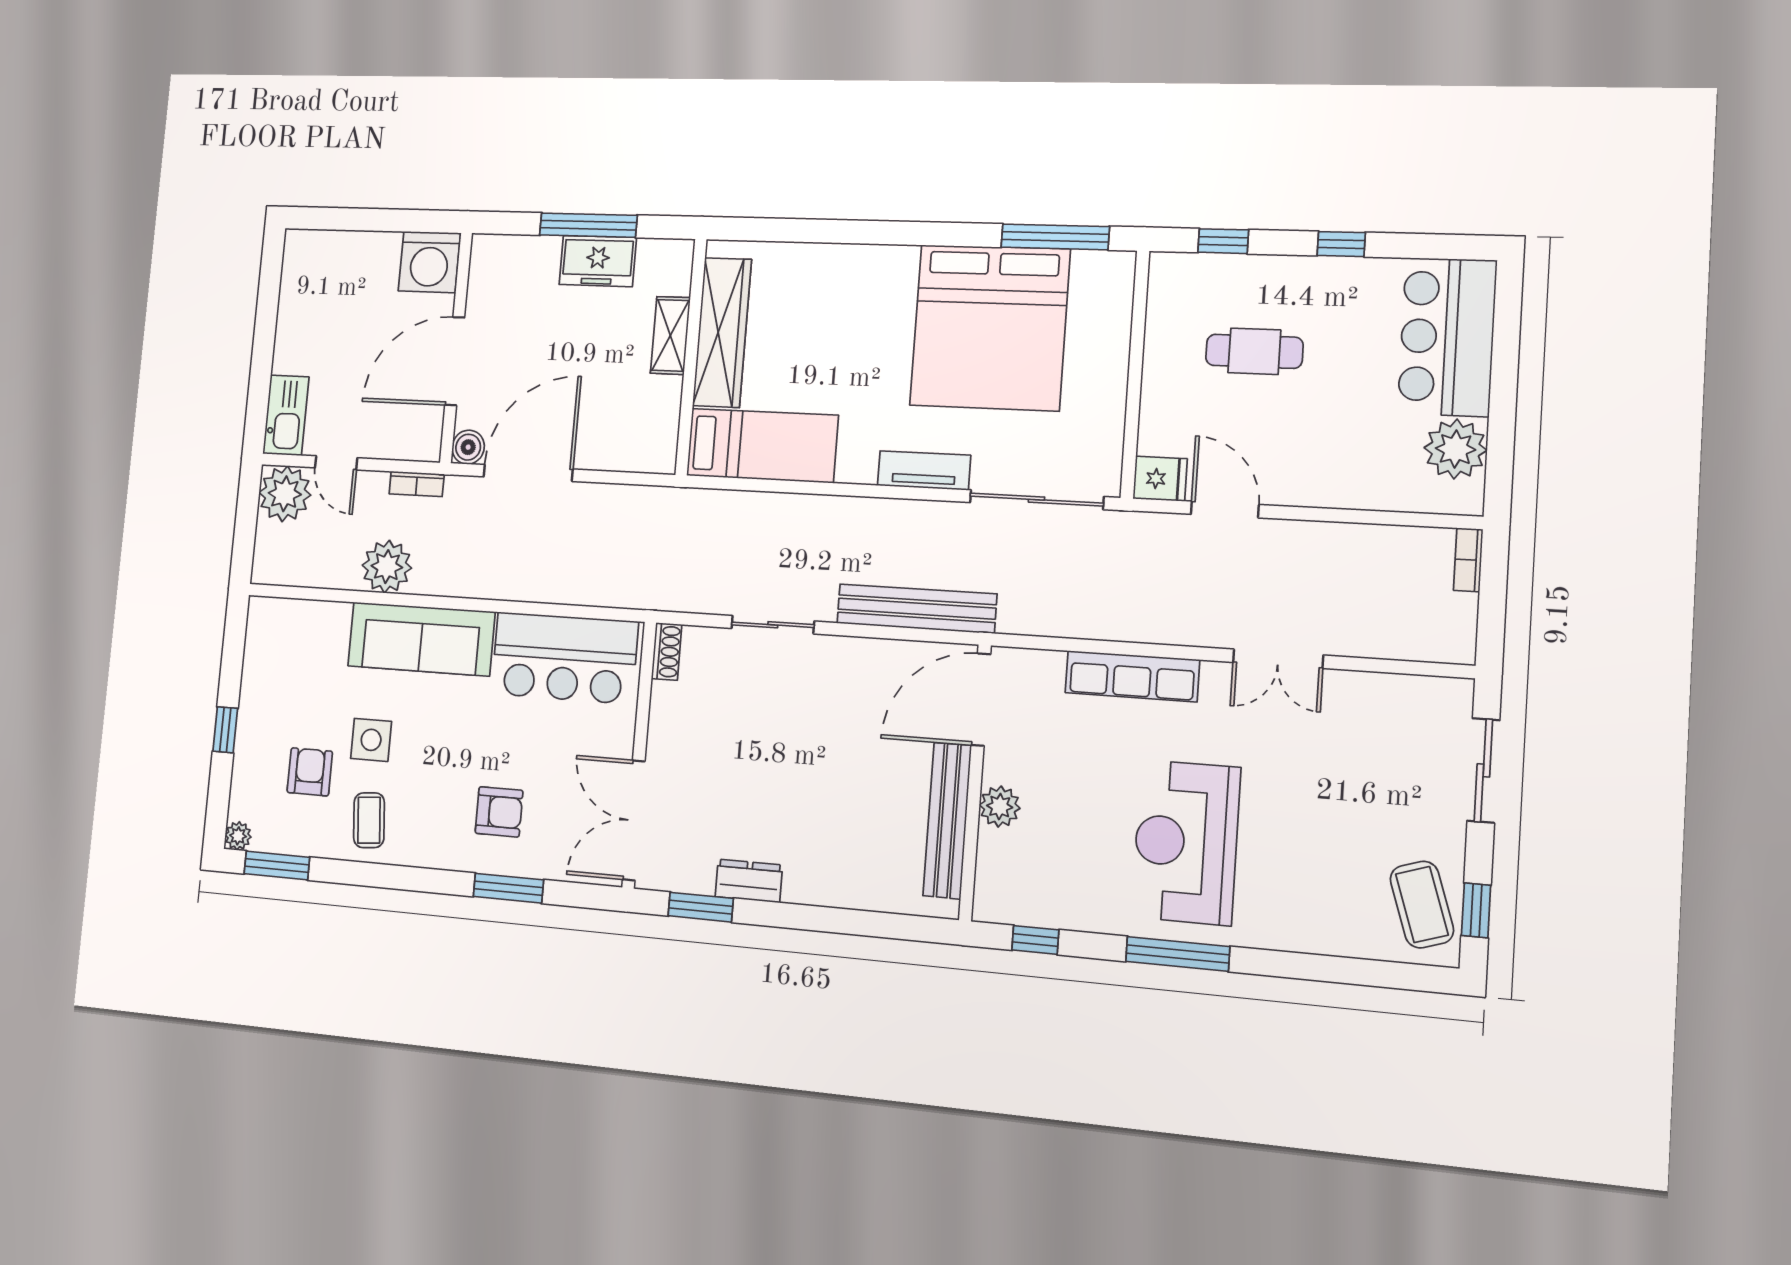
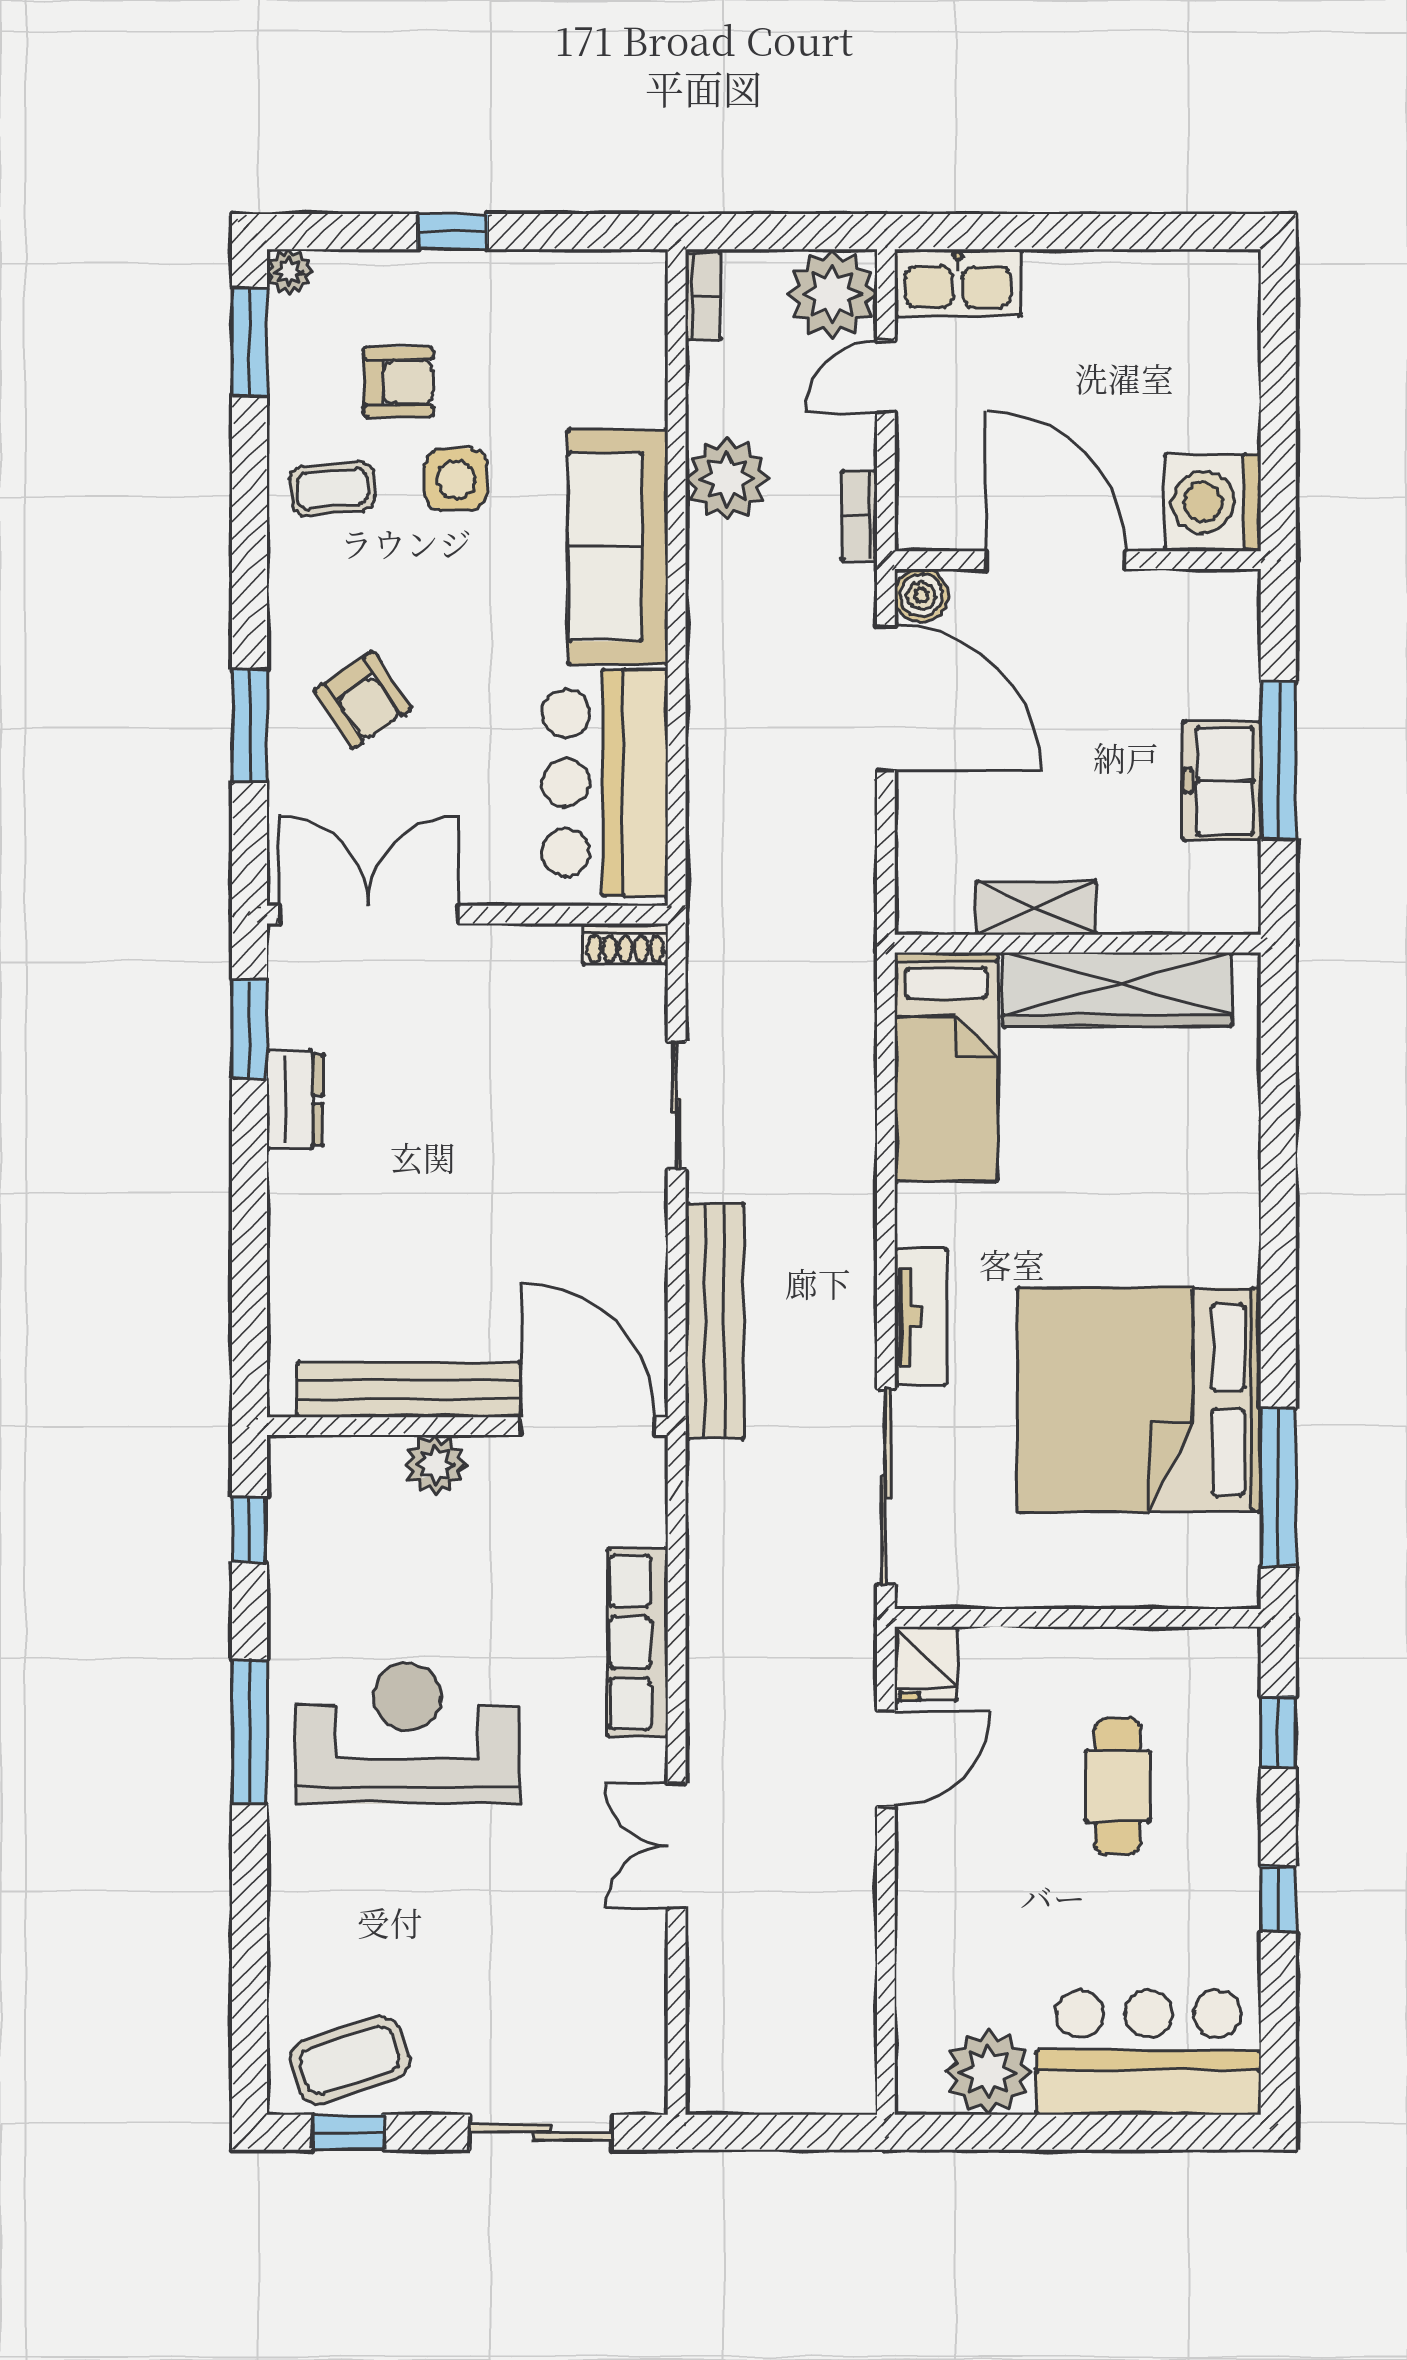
shelving: (670, 335) -> (1036, 908), moved
bookcase: (1468, 560) -> (703, 296), moved, turned 90
armchair: (499, 812) -> (363, 700), turned -34

